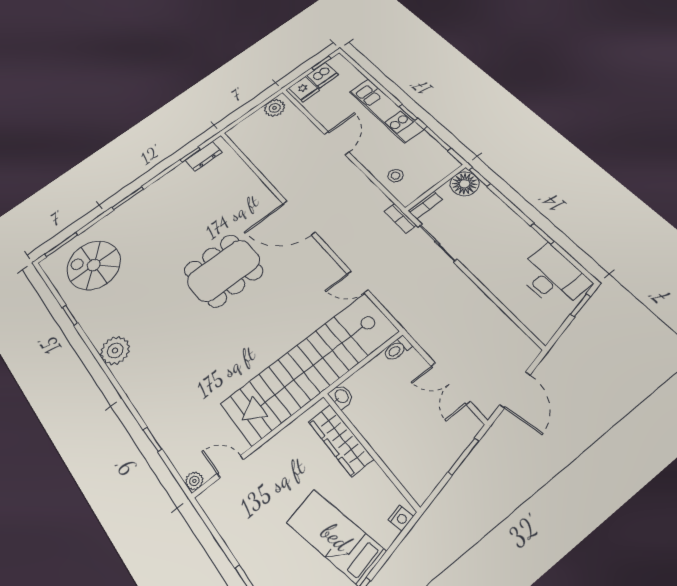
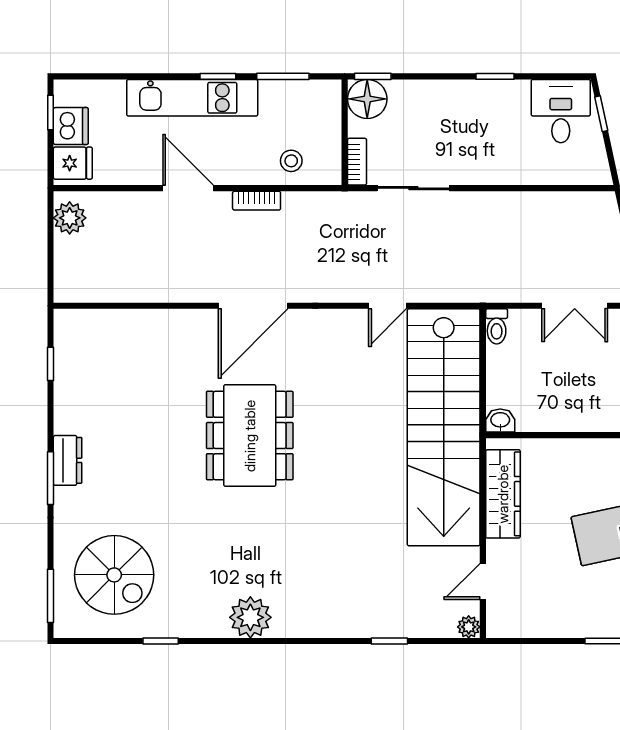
dresser: (204, 156) -> (68, 460), moved
bookcase: (400, 218) -> (257, 201), moved
spiral stairs: (94, 265) -> (114, 575), turned -90
desk: (553, 277) -> (561, 111), width x0.73
wardrobe: (341, 440) -> (503, 494), moved, turned -90

